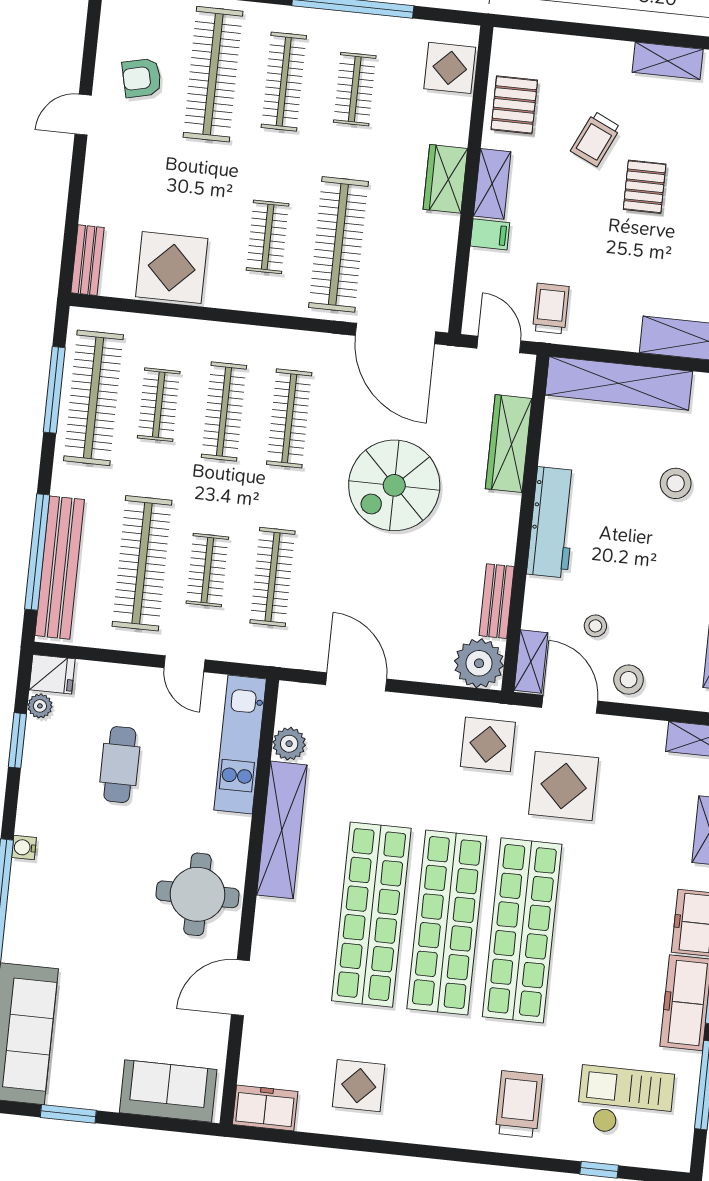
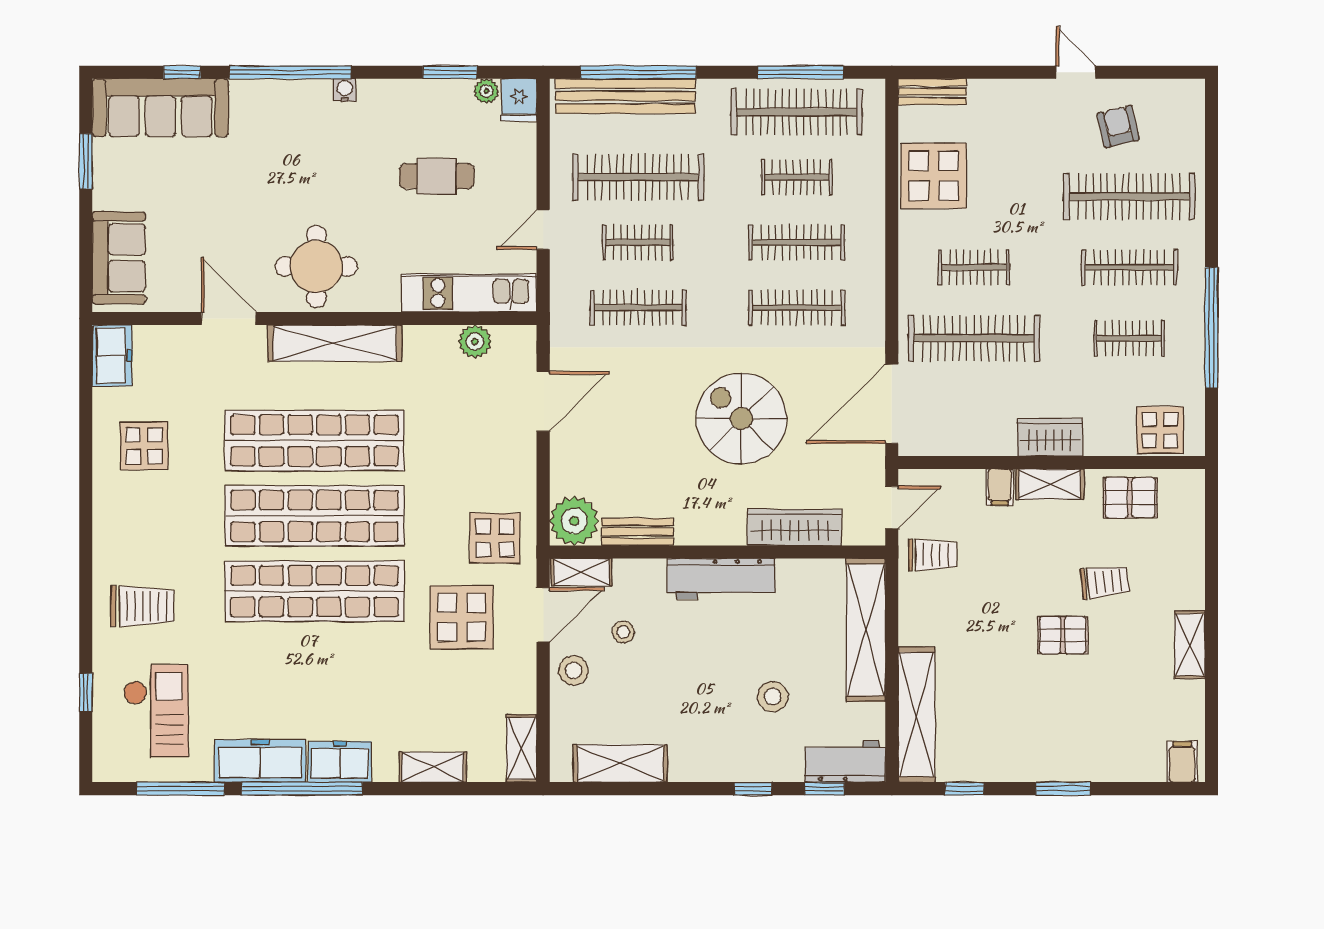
trolley: (596, 139) -> (1105, 582), turned 148
shelving: (282, 830) -> (335, 343), moved

